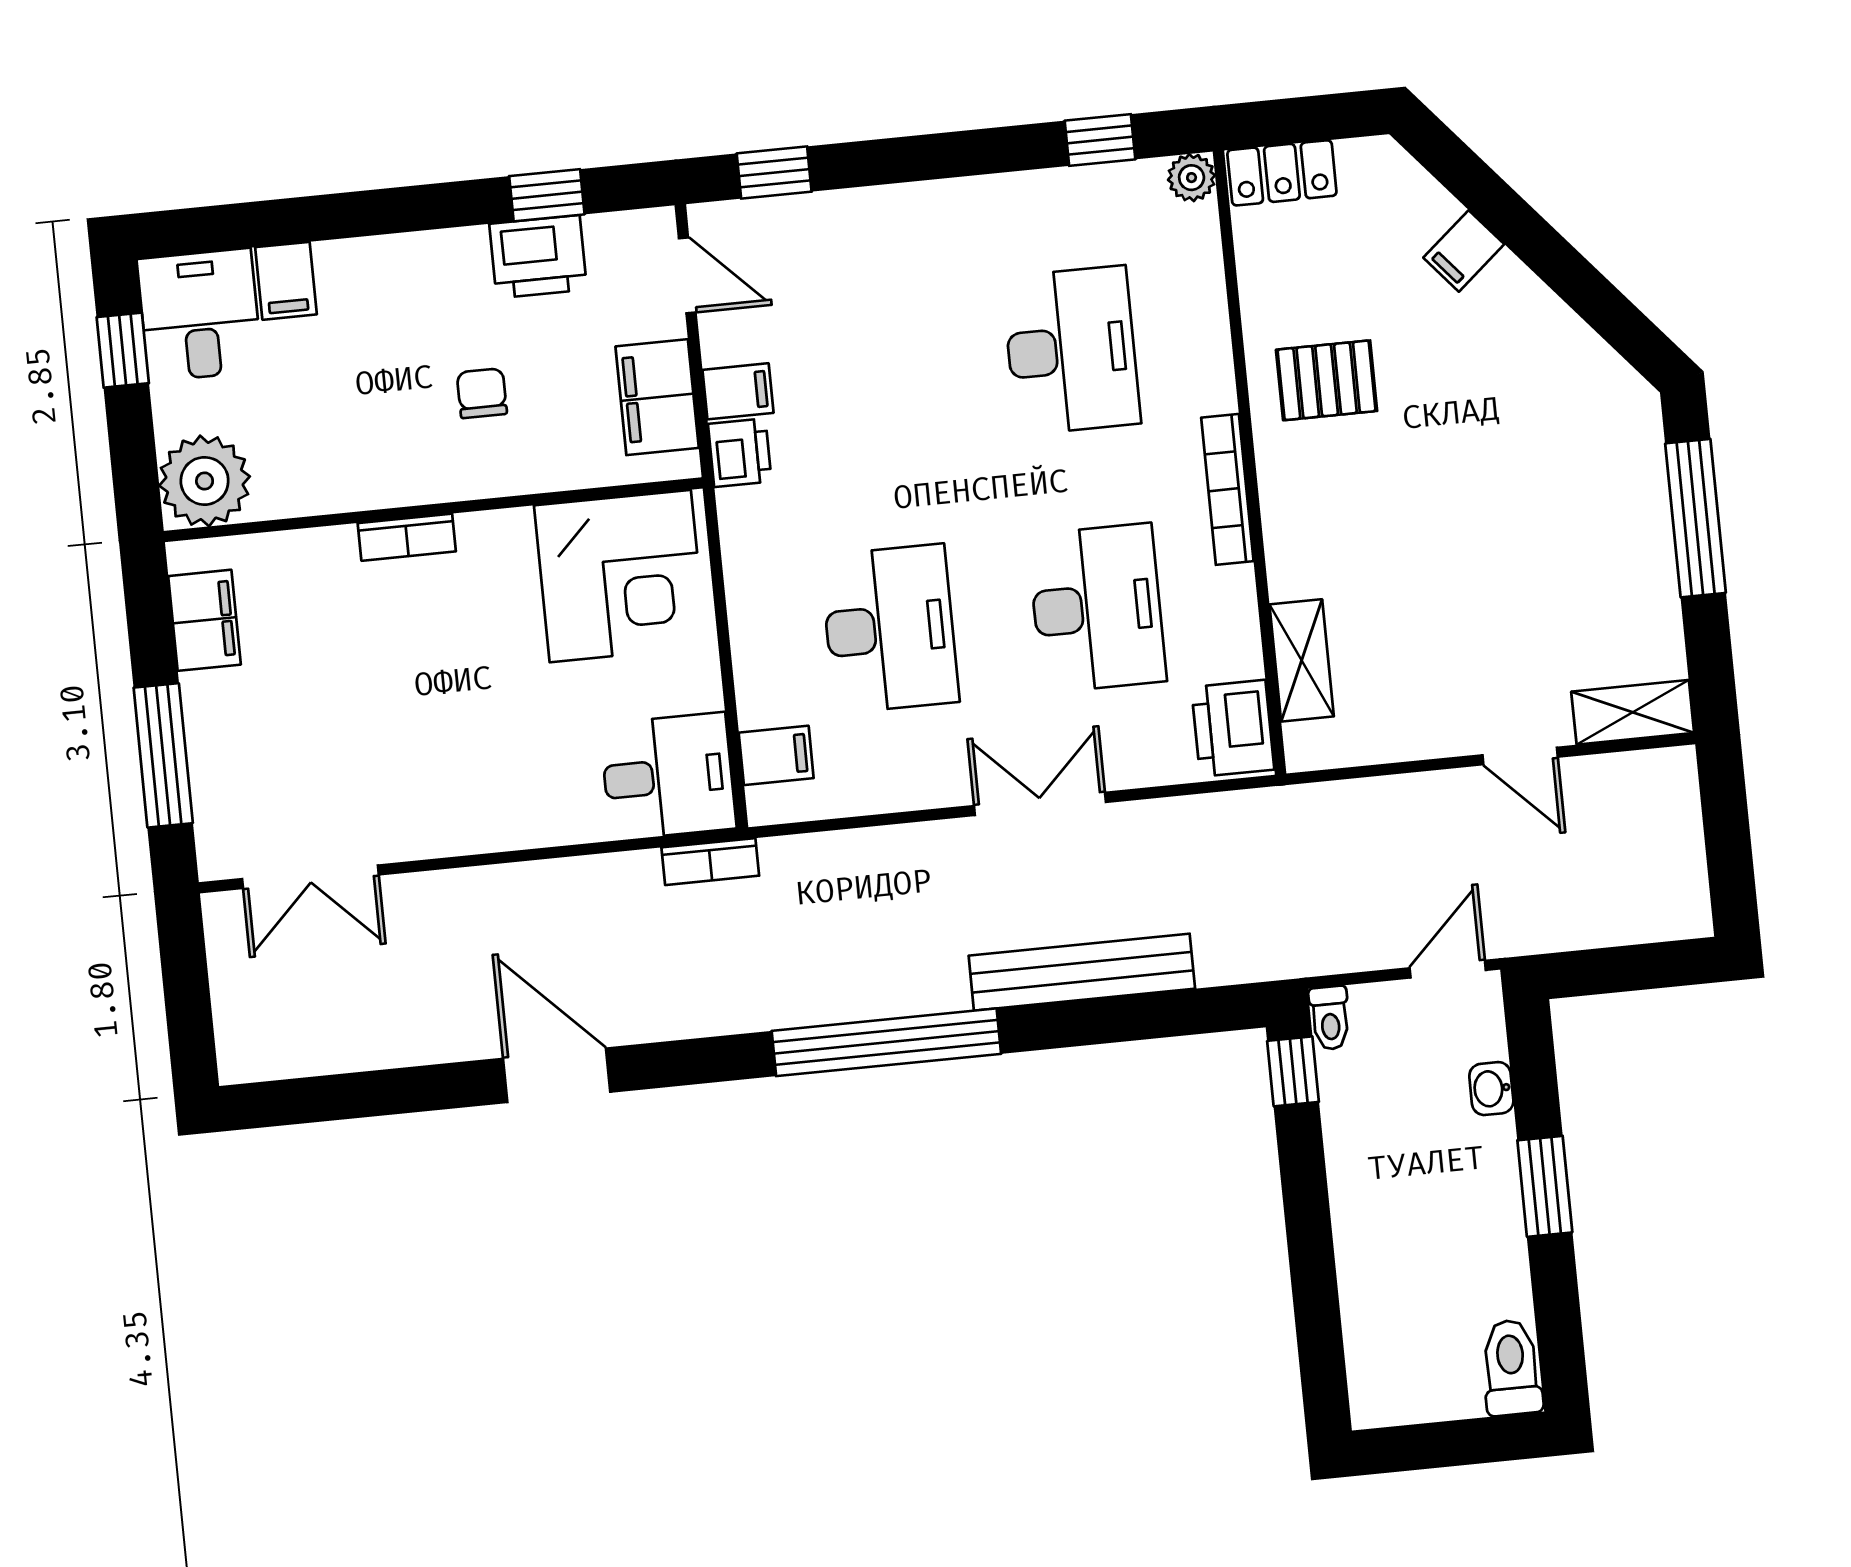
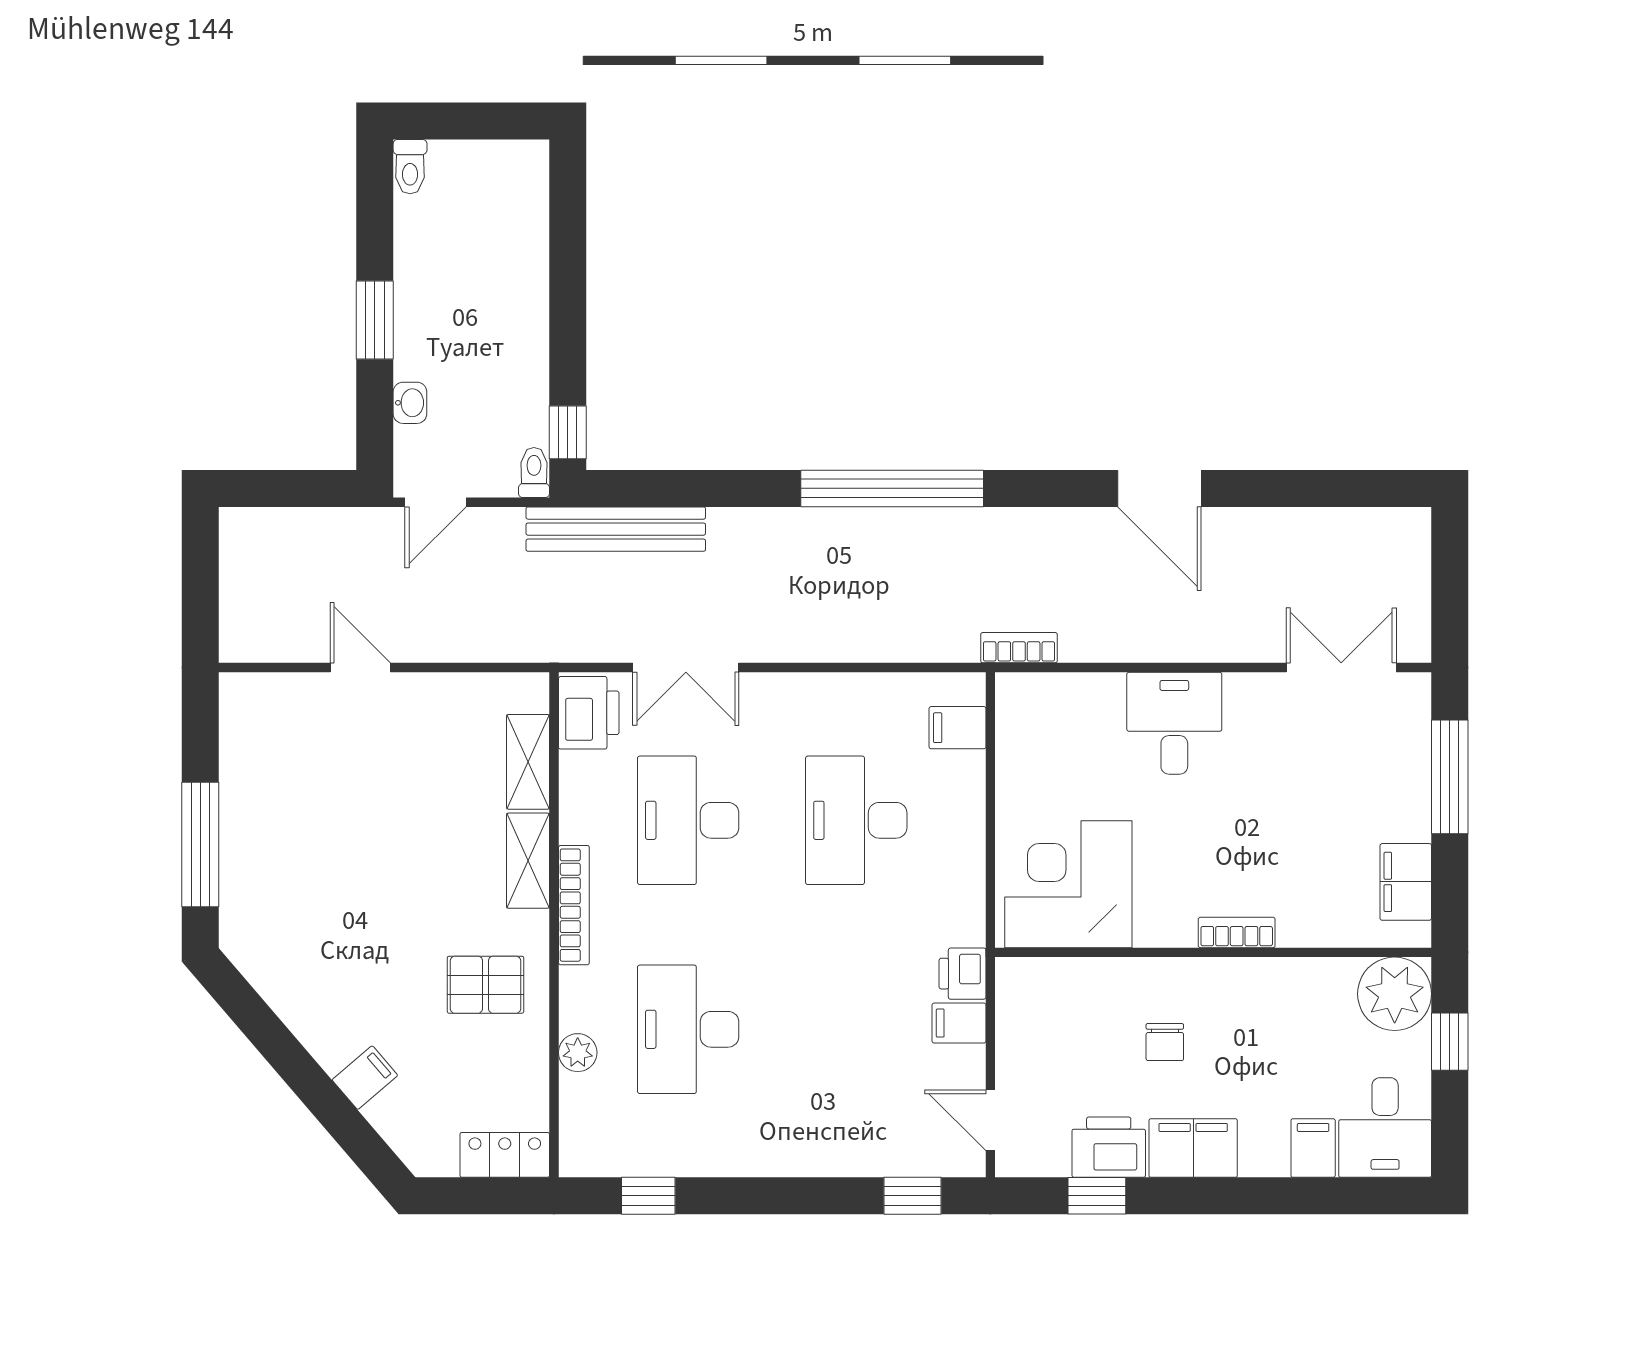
plant: (1192, 178) -> (578, 1053), moved
window: (123, 350) -> (1450, 1042), moved
filing cabinet: (657, 397) -> (1193, 1148), moved, turned -90
shelving: (1633, 712) -> (528, 861), moved, turned 90
desk: (668, 776) -> (1174, 723), moved, turned 90
double door: (1040, 804) -> (686, 668), moved
bench: (1082, 972) -> (616, 529), moved
toilet: (1511, 1368) -> (410, 167), width x0.73, depth x0.72

